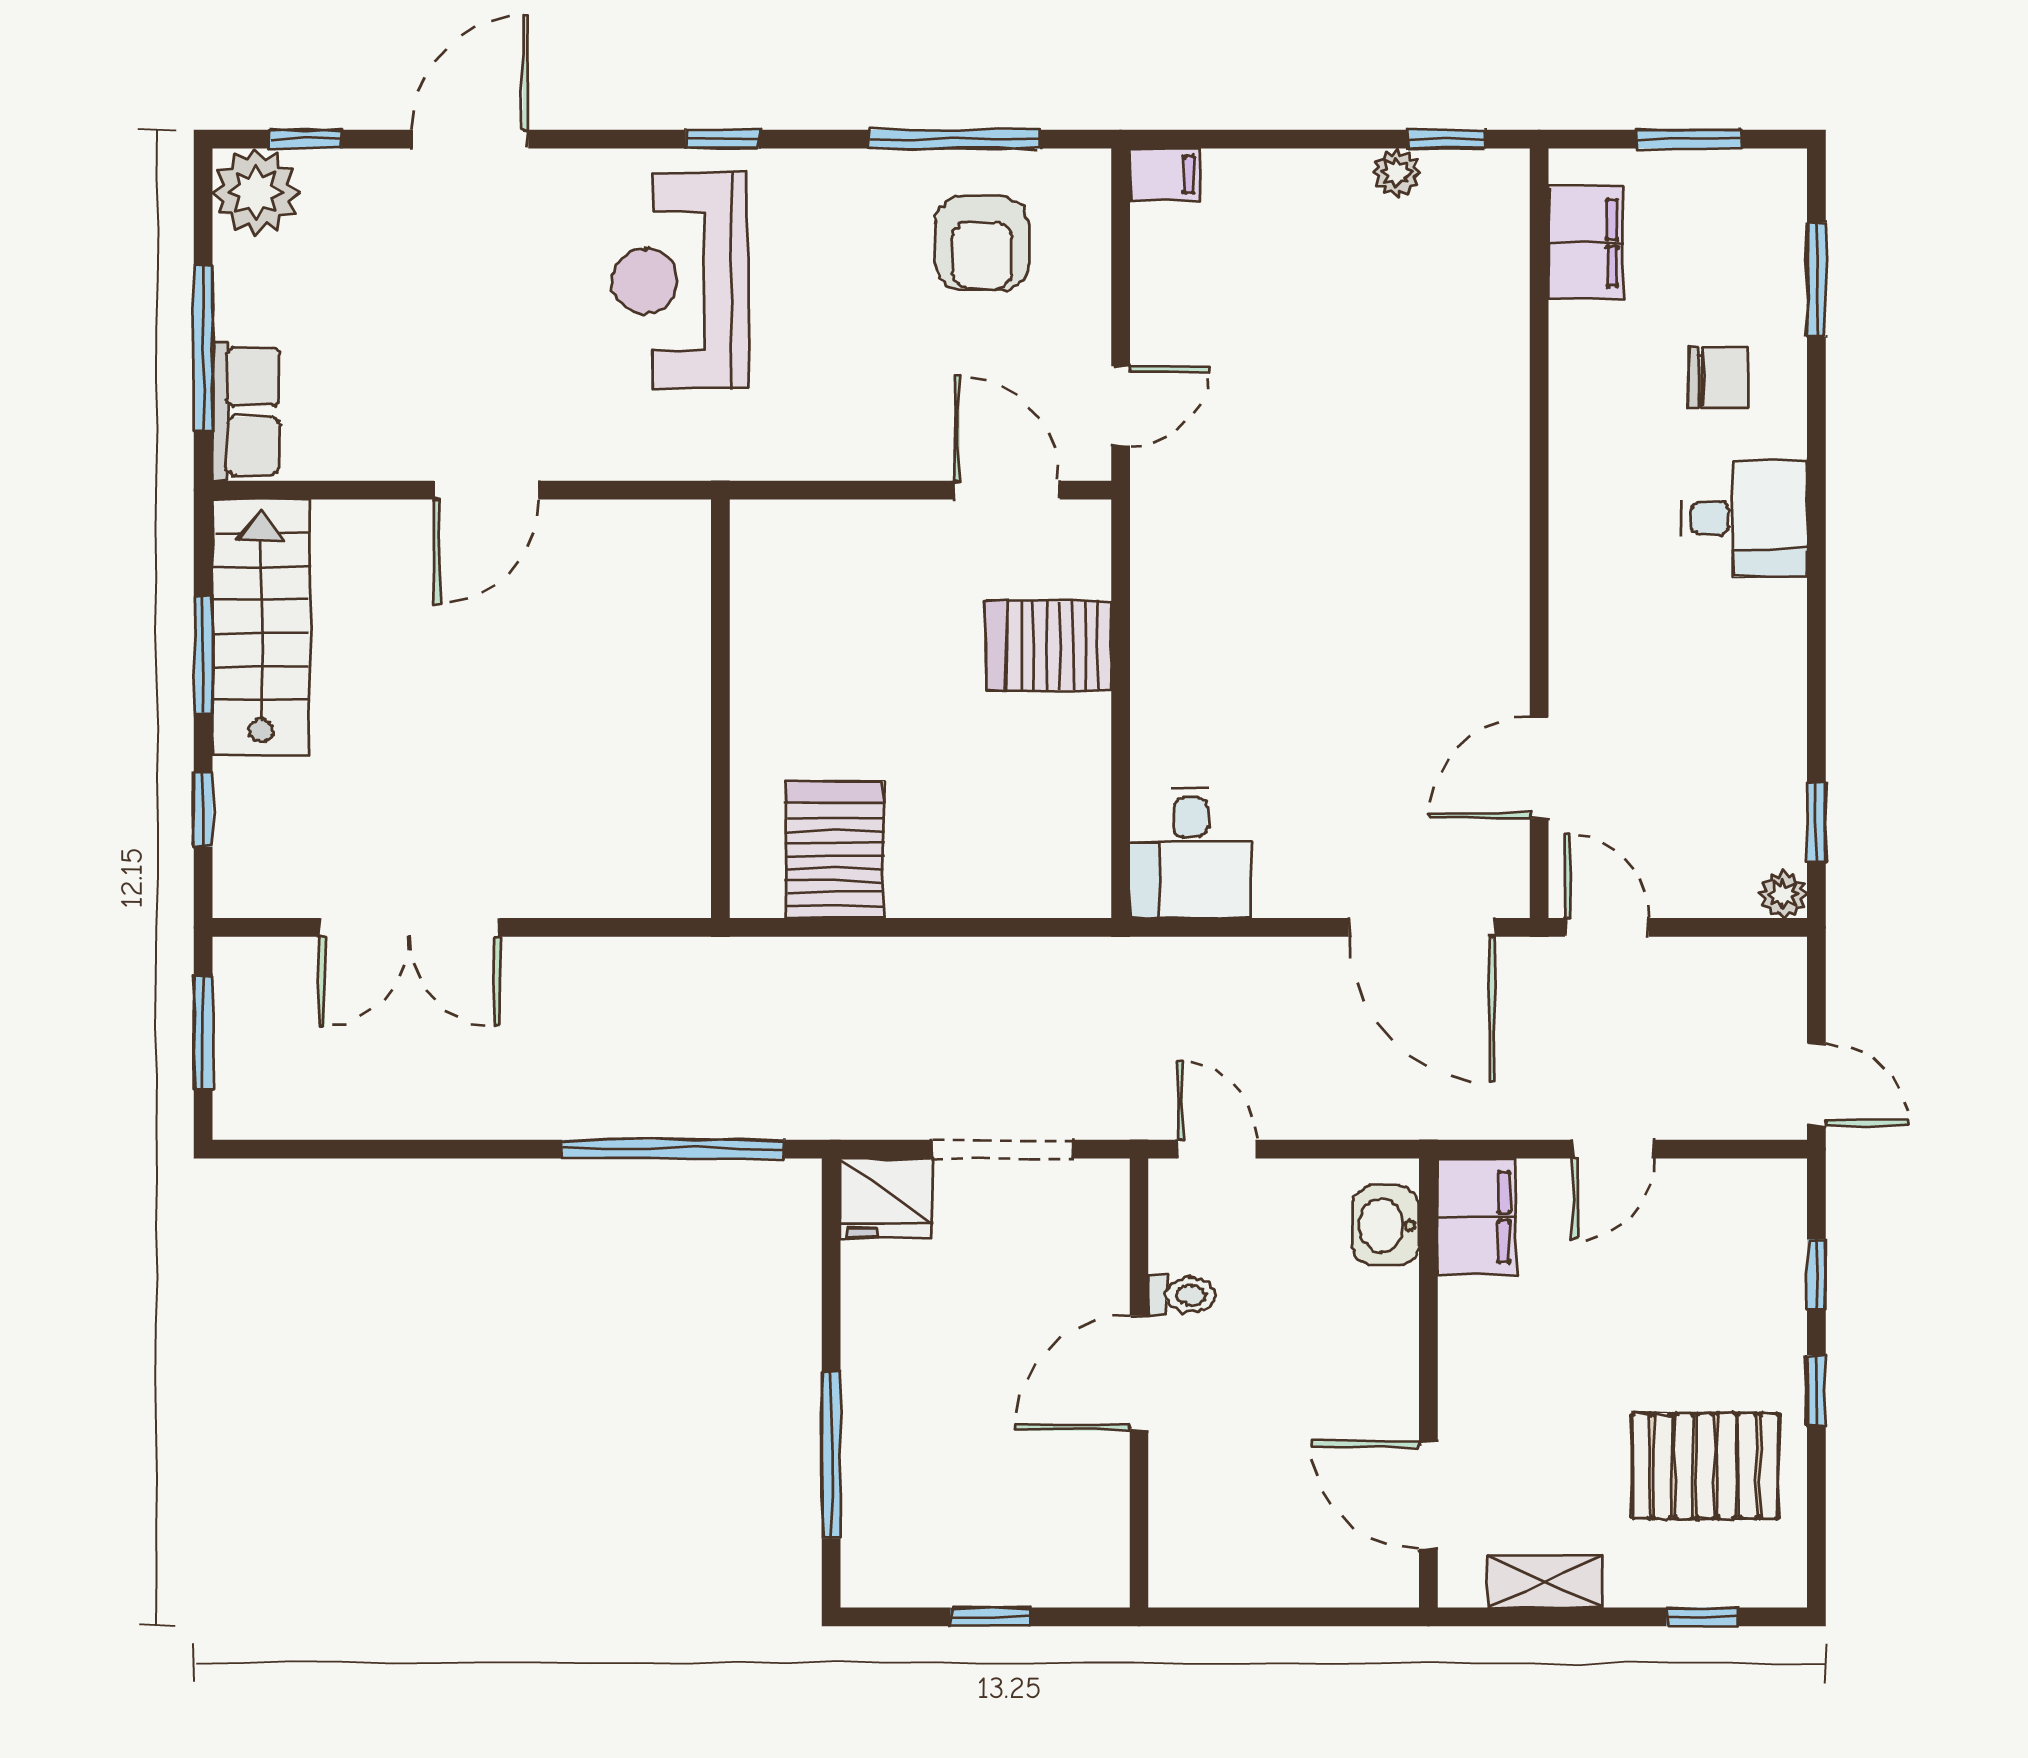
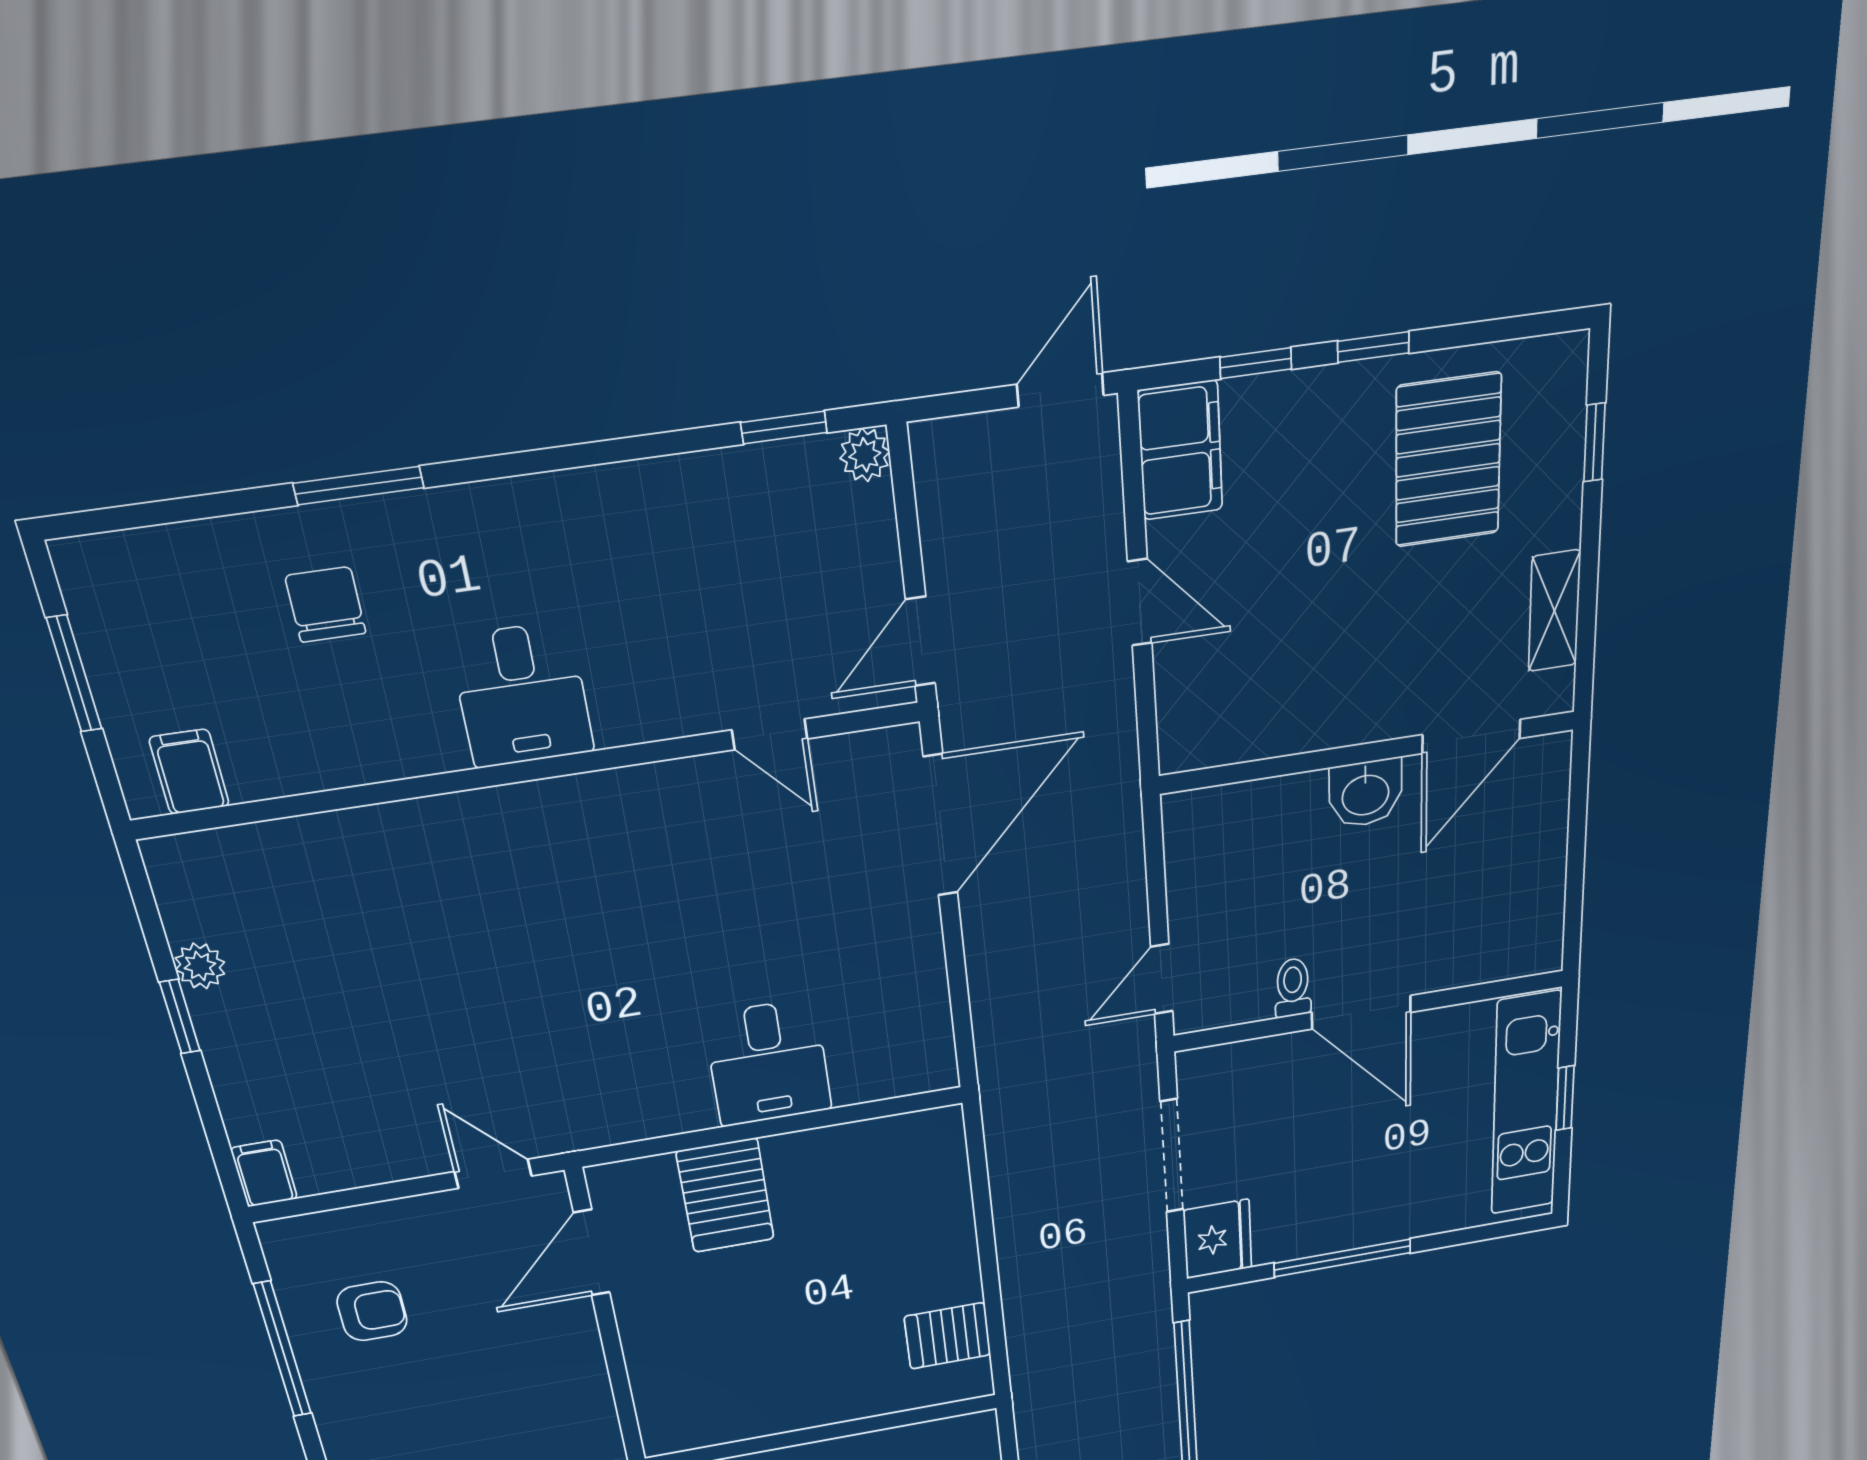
window: (1447, 139) -> (180, 1017), moved
filing cabinet: (1586, 243) -> (189, 772), width x0.50
armchair: (982, 244) -> (372, 1311), width x0.72, depth x0.72
window: (1816, 280) -> (359, 486), moved
desk: (1744, 518) -> (522, 695), moved, turned 180
door: (1539, 768) -> (770, 734), width x0.73
server rack: (835, 850) -> (948, 1336), width x0.73, depth x0.70
desk: (1190, 853) -> (768, 1063), moved, turned 90
filing cabinet: (1477, 1217) -> (1180, 450), moved, turned 90
washbasin: (1386, 1225) -> (1365, 793), moved
window: (831, 1455) -> (1342, 1258), moved
kitchen unit: (991, 1570) -> (1526, 1104), added

